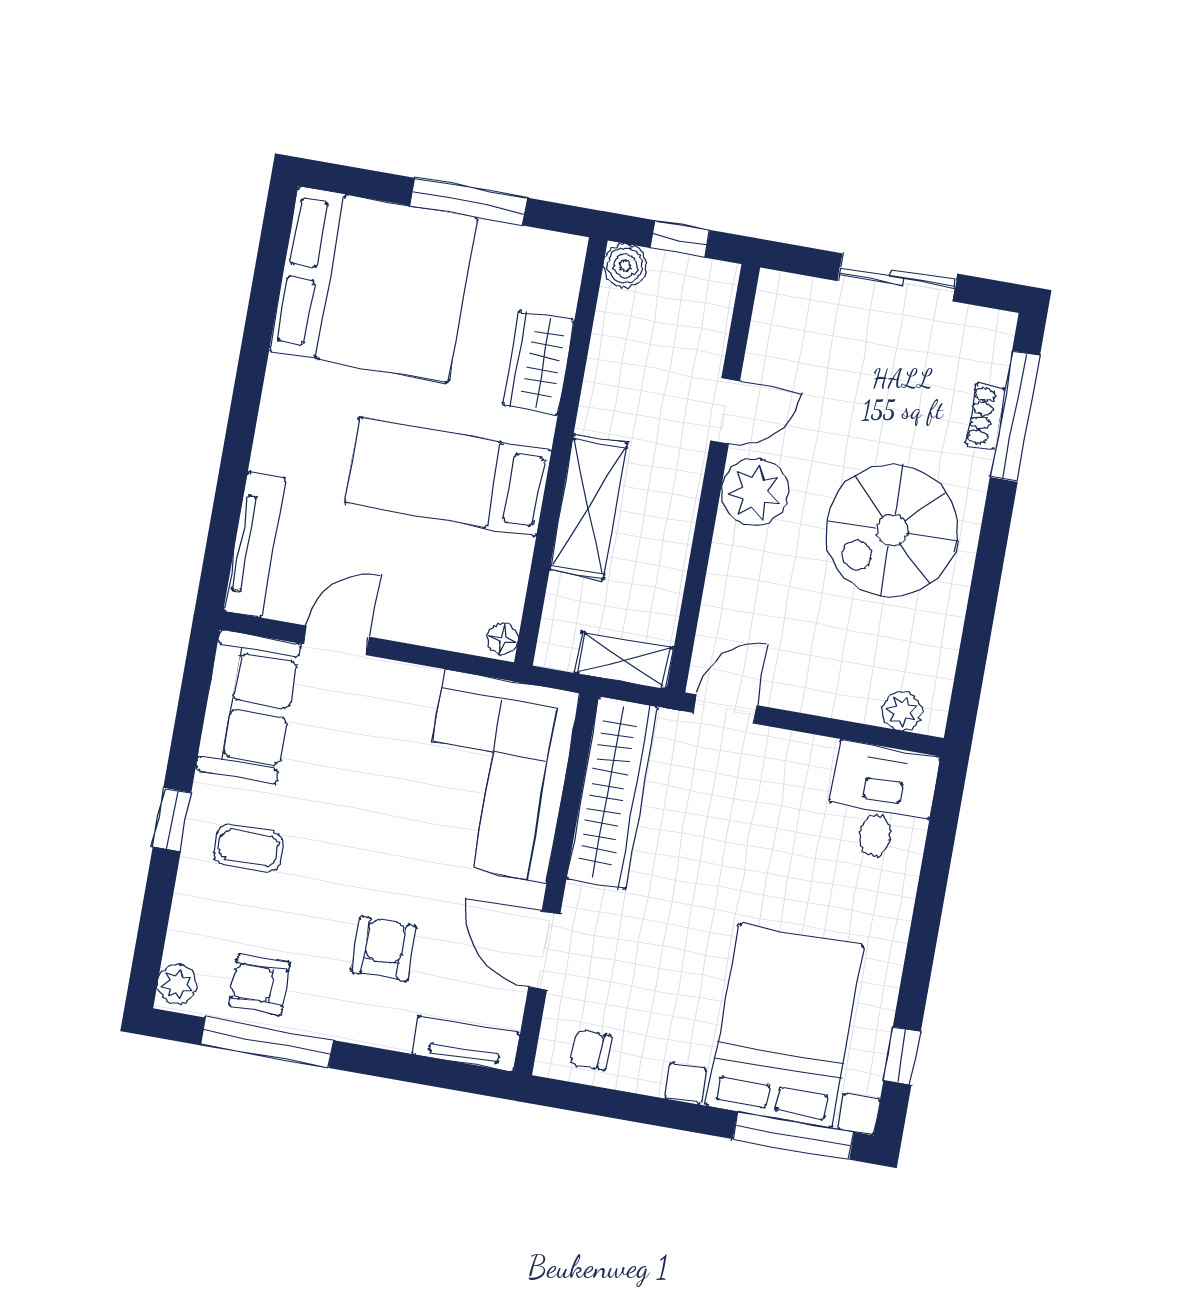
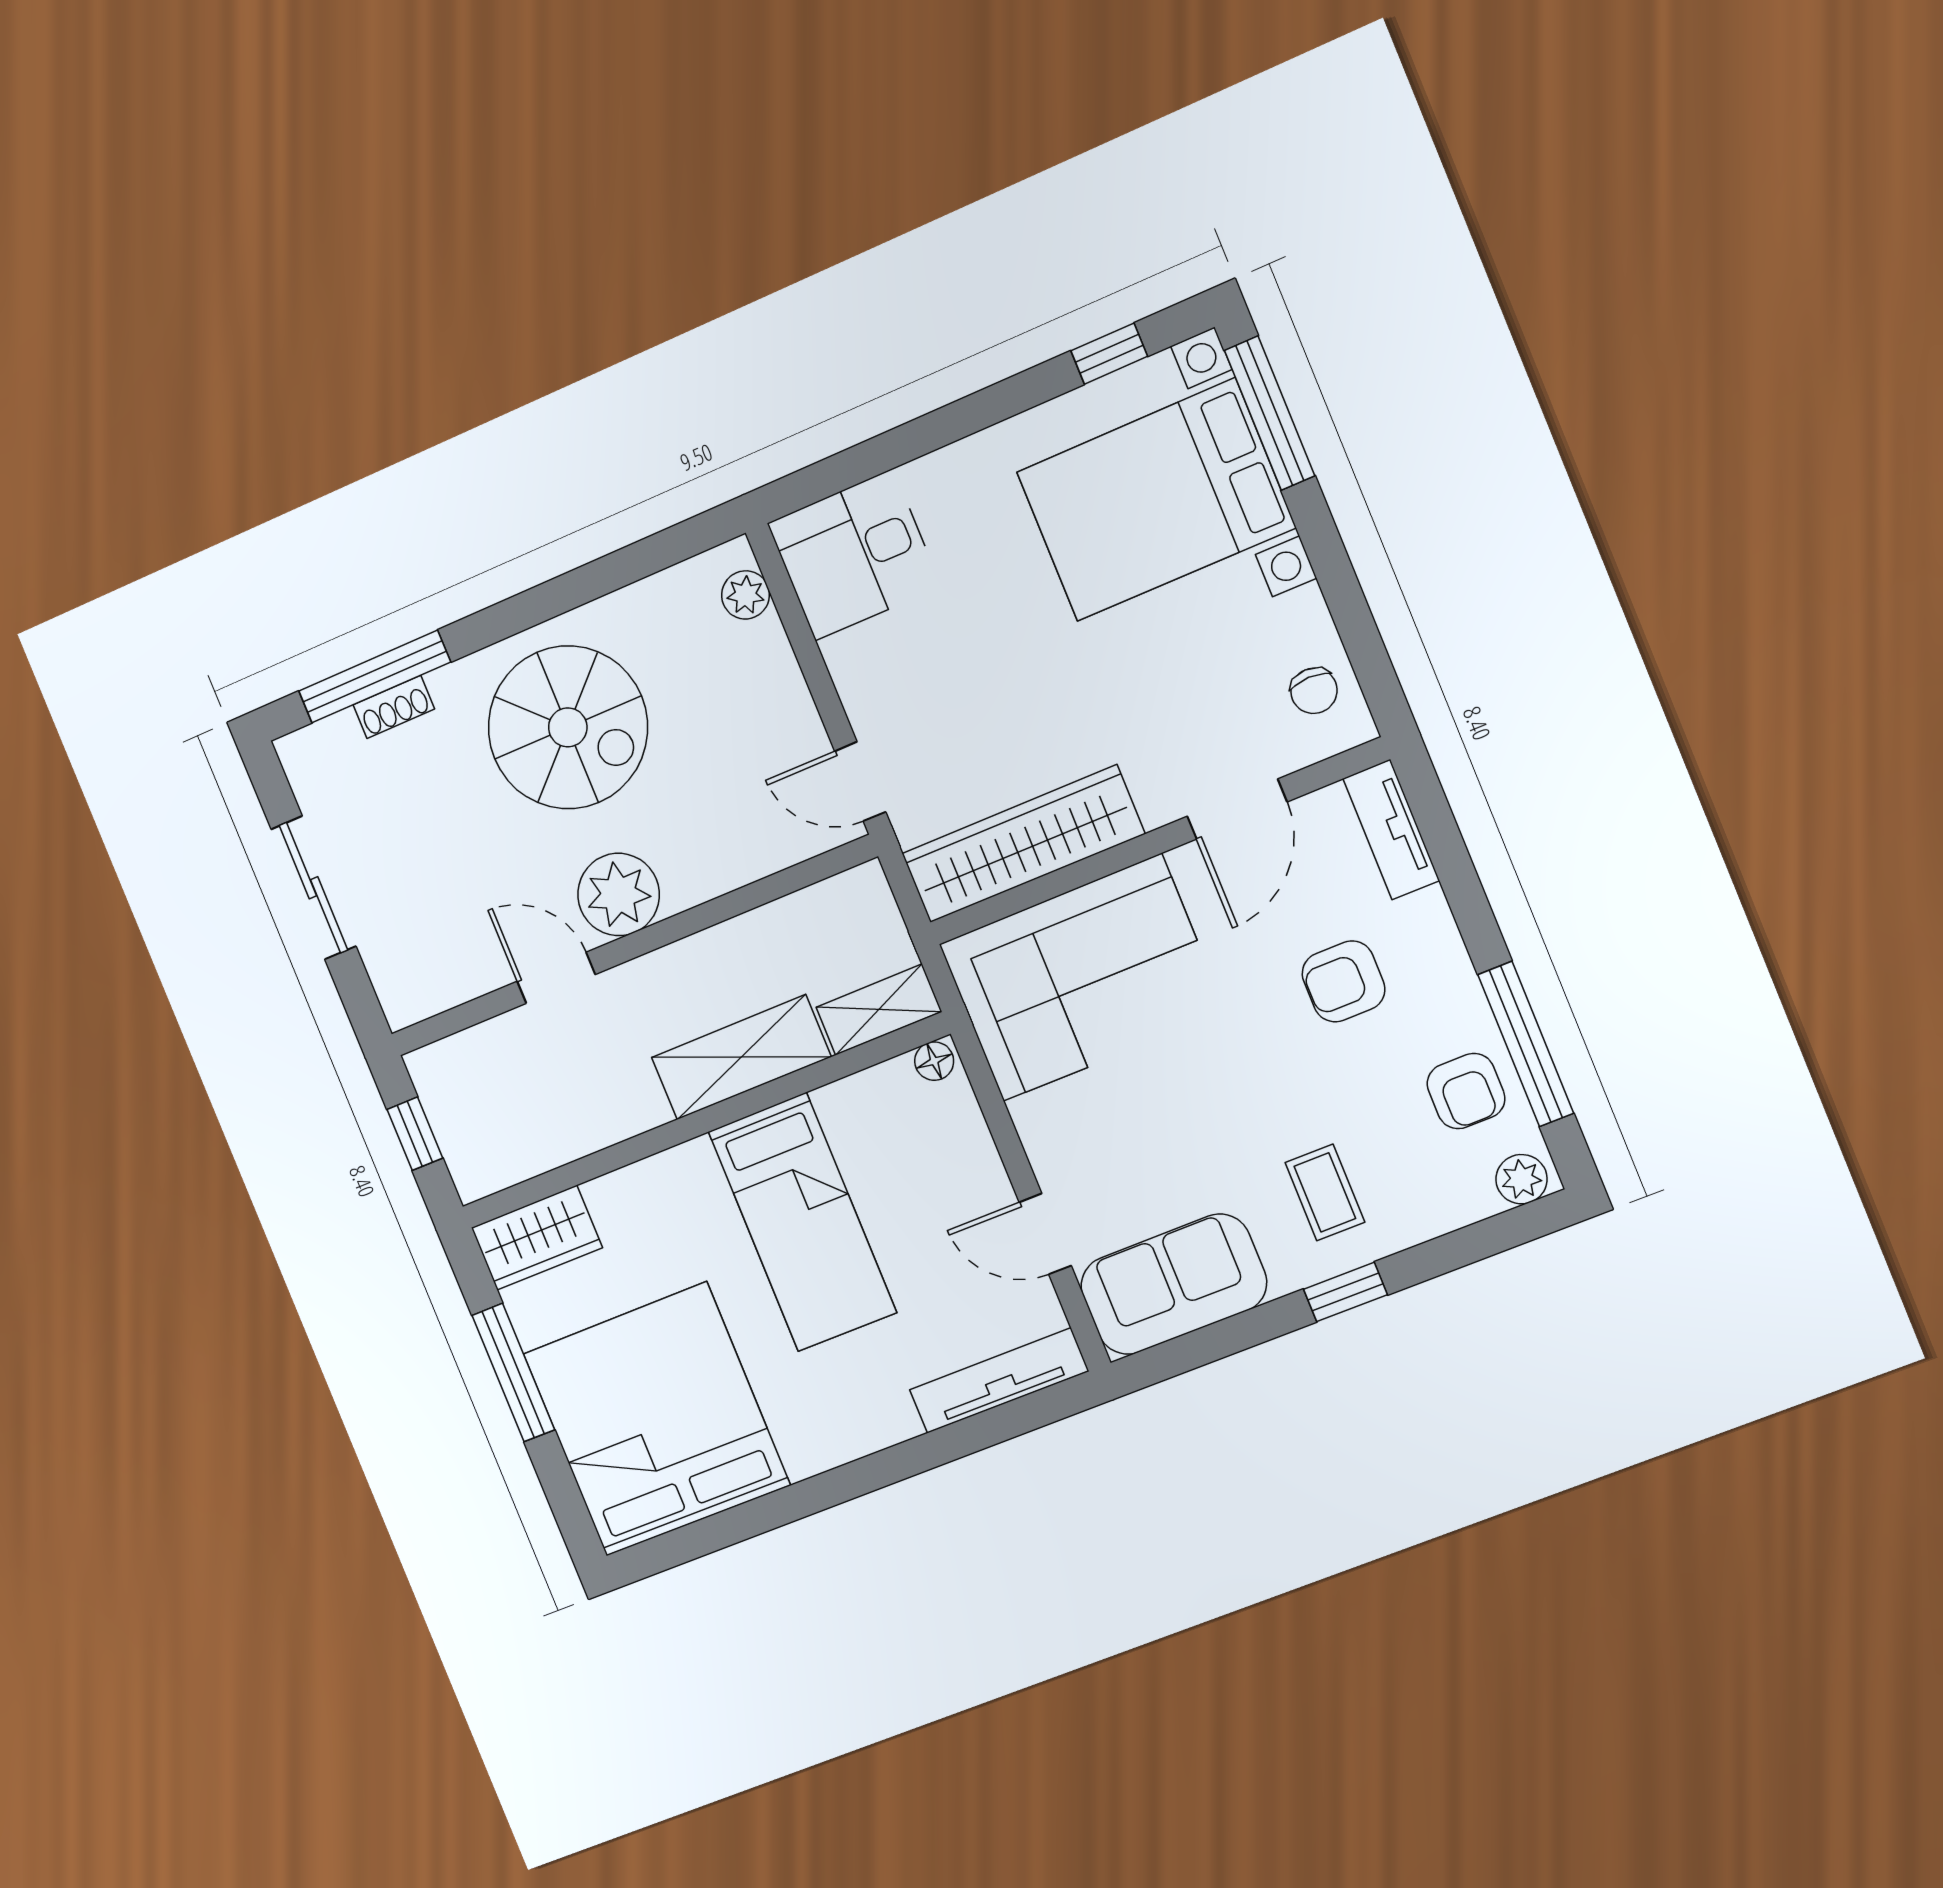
boiler: (625, 266) -> (476, 1173), removed
wardrobe: (538, 363) -> (537, 1238), moved
shelving: (624, 660) -> (879, 1010), moved, turned 90

